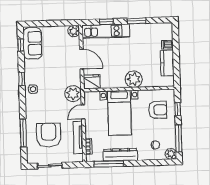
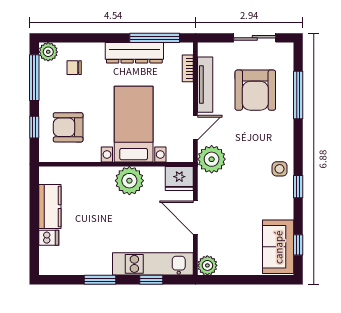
plant: (134, 79) -> (129, 181), moved

